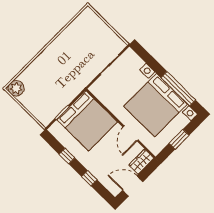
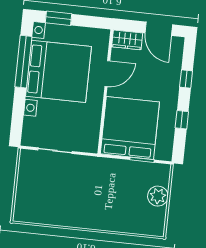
plant: (16, 88) -> (158, 196), moved
window: (179, 139) -> (59, 18), moved

